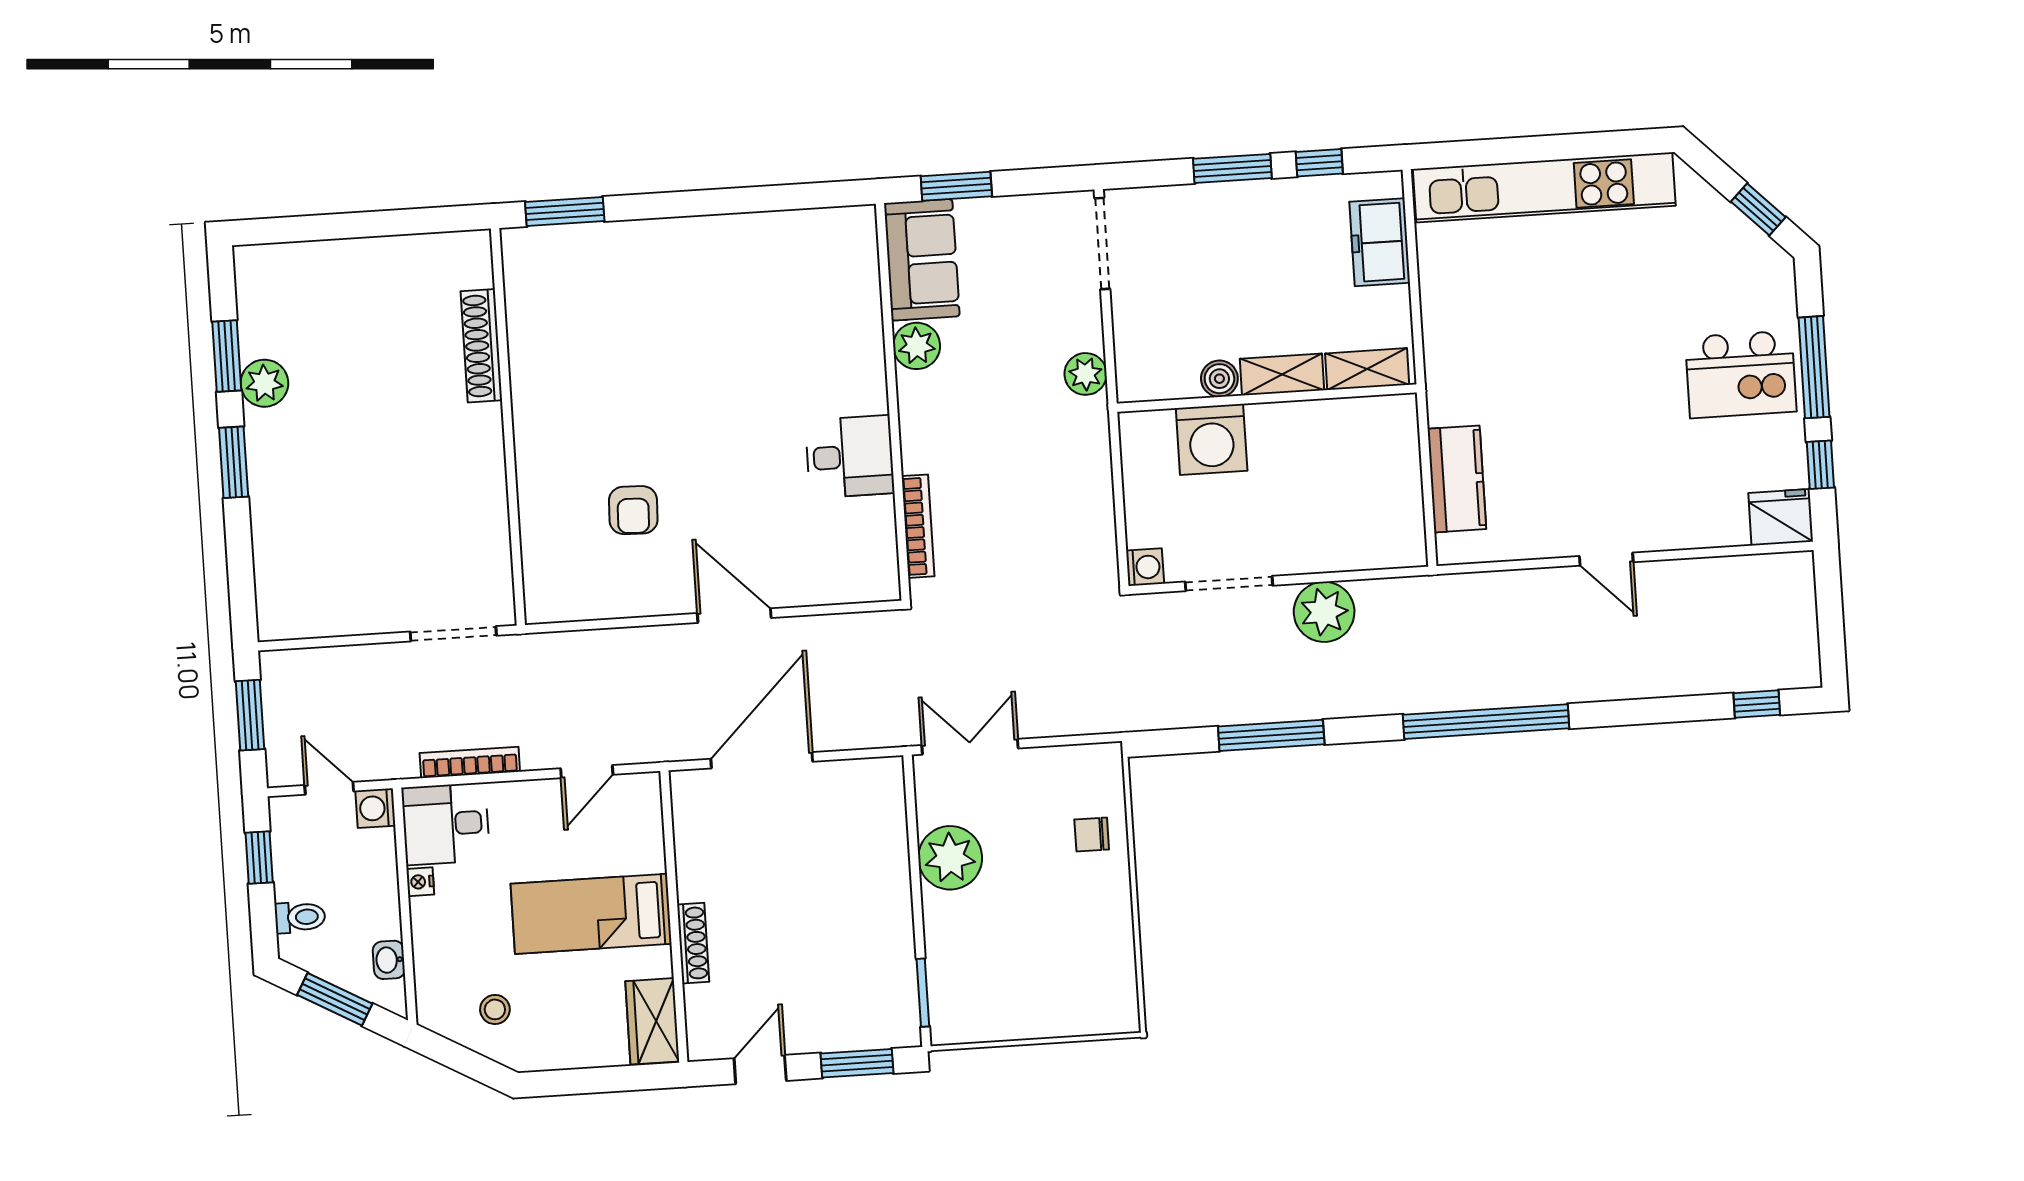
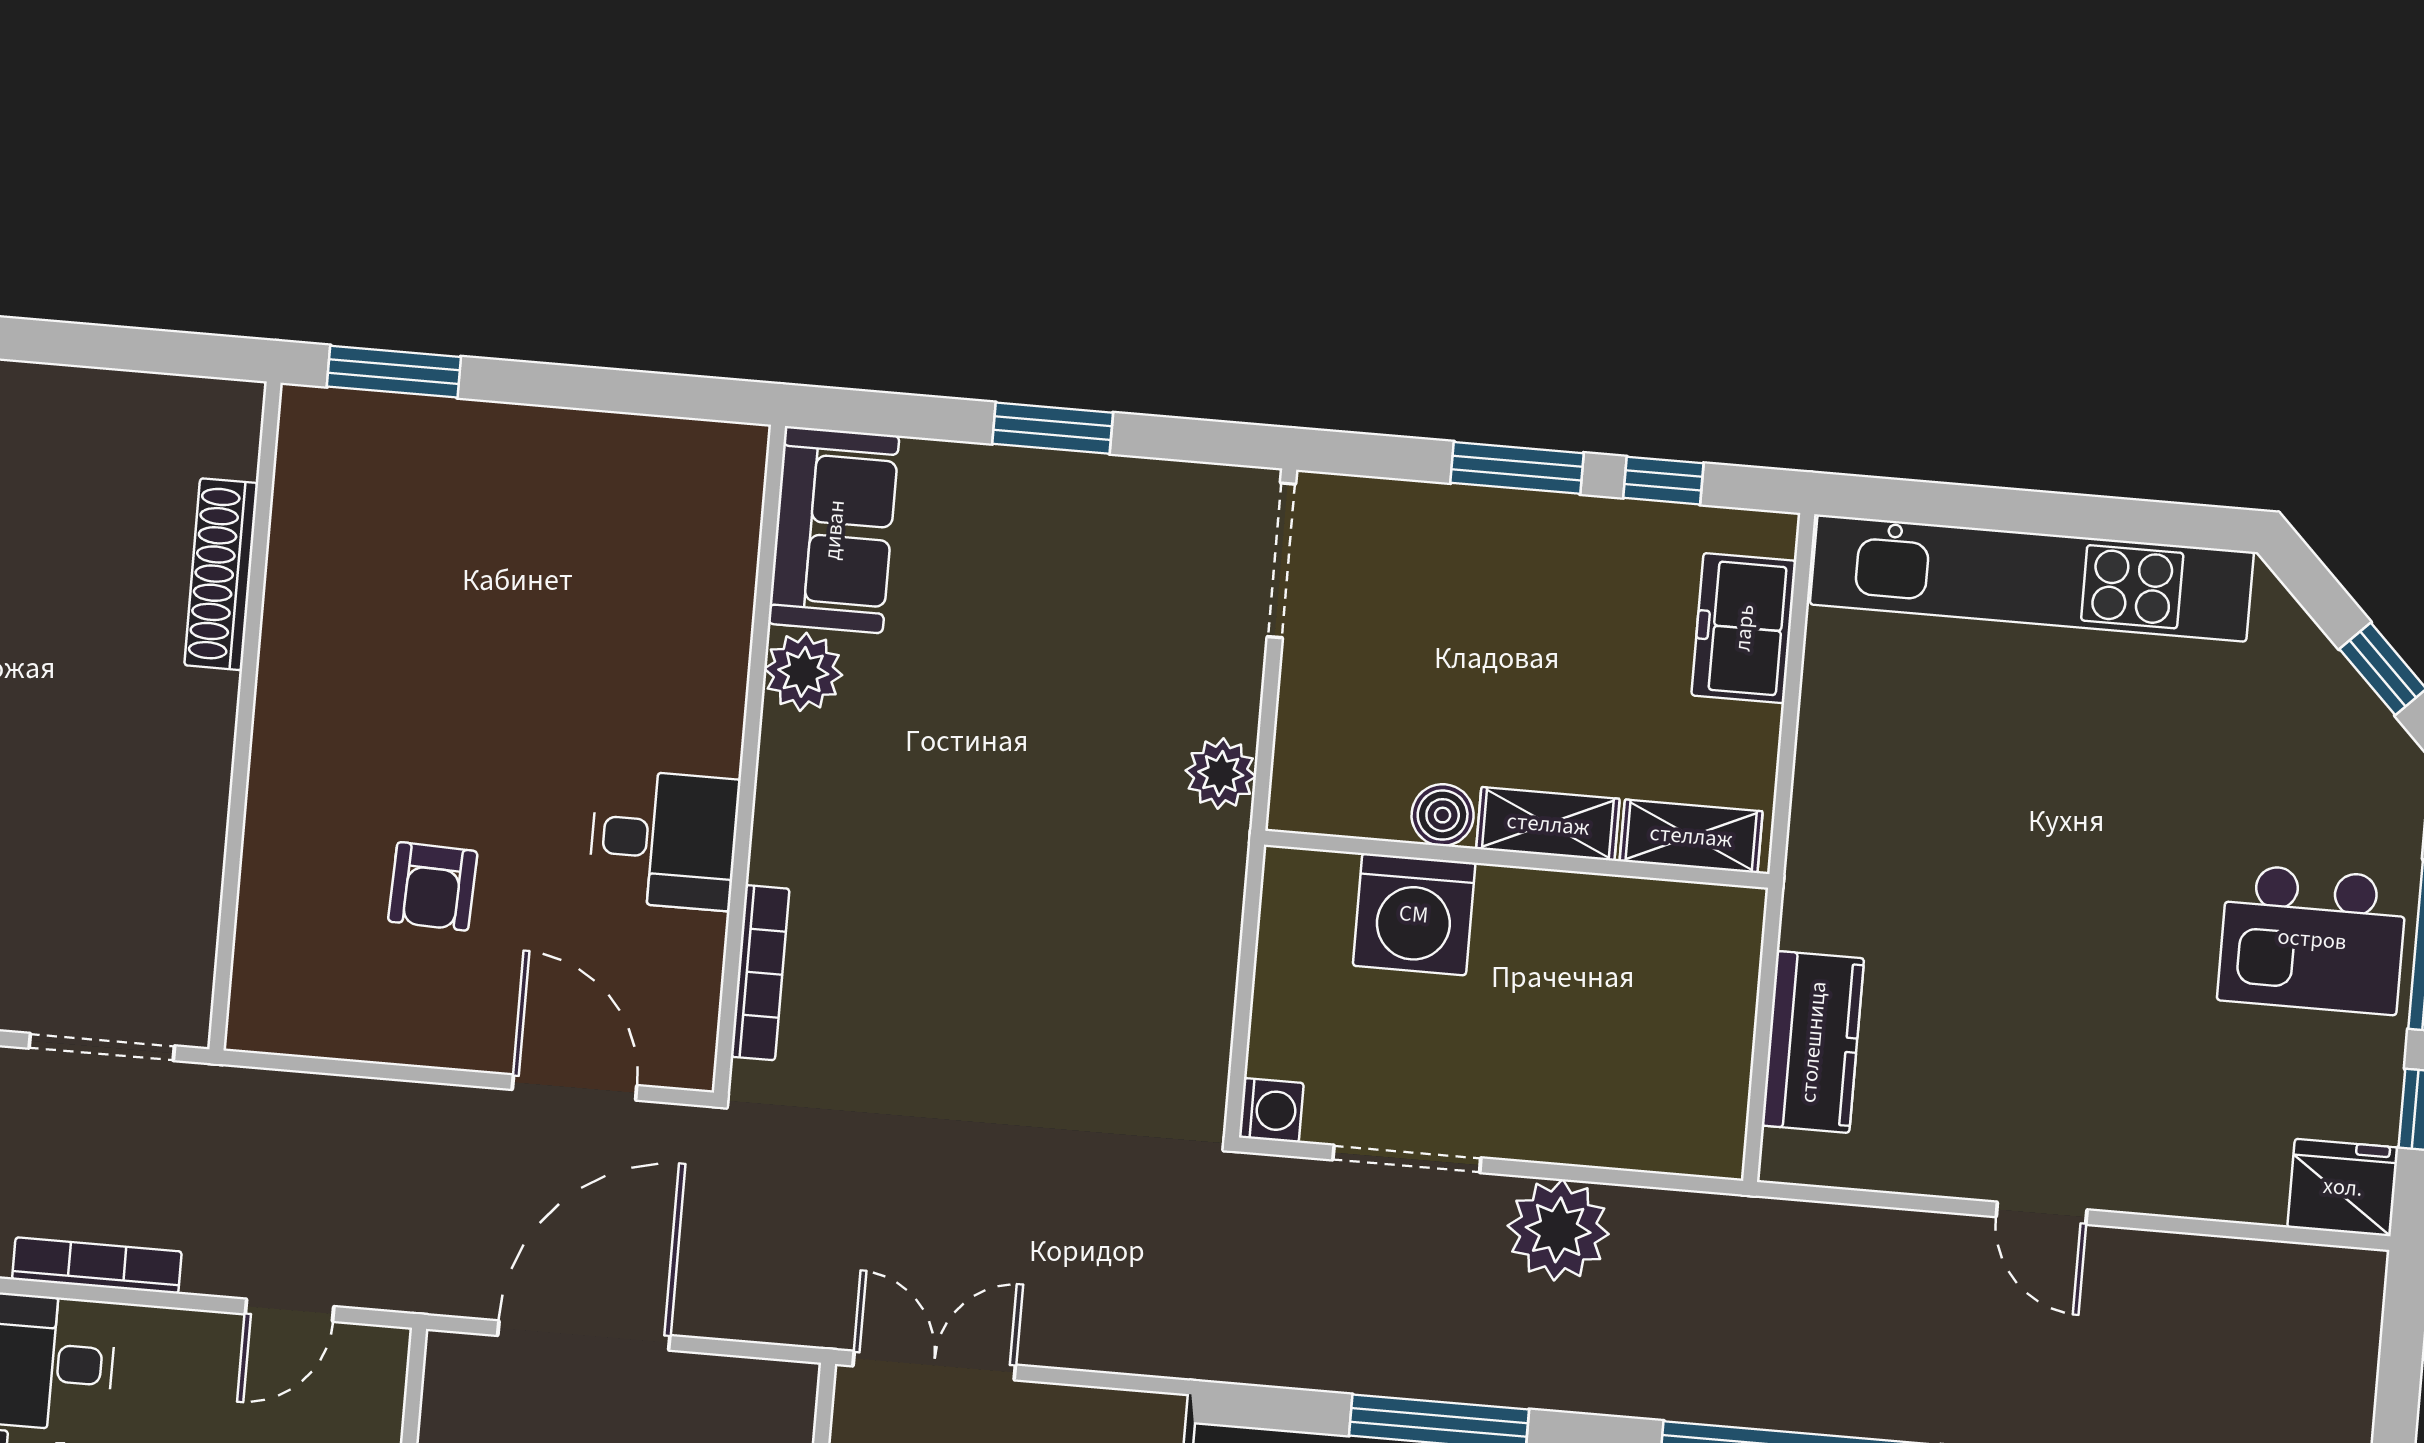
sofa: (922, 260) -> (834, 530), moved
plant: (917, 346) -> (803, 672), moved
wall: (893, 402) -> (749, 759), moved
desk: (850, 457) -> (664, 840), moved
bookcase: (918, 526) -> (760, 973), moved

